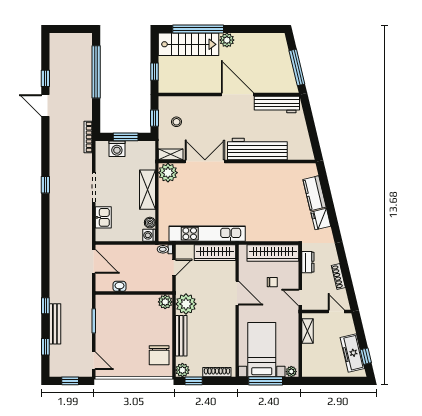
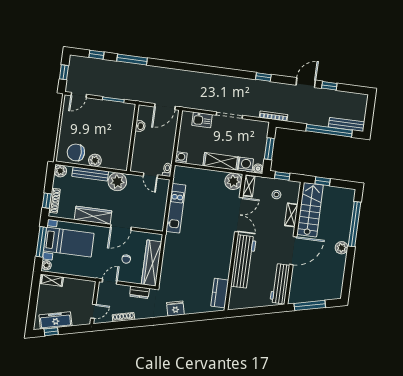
stairs: (189, 44) -> (310, 210), moved, turned 180
shelving: (197, 102) -> (291, 215), added
washing machine: (117, 149) -> (246, 165), moved, turned 90
window: (45, 185) -> (263, 77), moved
kitchen counter: (315, 193) -> (220, 293), moved, turned -77
boiler: (150, 223) -> (258, 169), moved
kitchen unit: (207, 234) -> (176, 208), width x0.73
wardrobe: (215, 253) -> (93, 215), moved, turned 90
plant: (165, 302) -> (95, 160), moved
window: (45, 306) -> (132, 59), width x2.17
bench: (55, 324) -> (347, 124), moved
shelving: (307, 331) -> (52, 280), moved
window: (194, 381) -> (47, 201), moved

